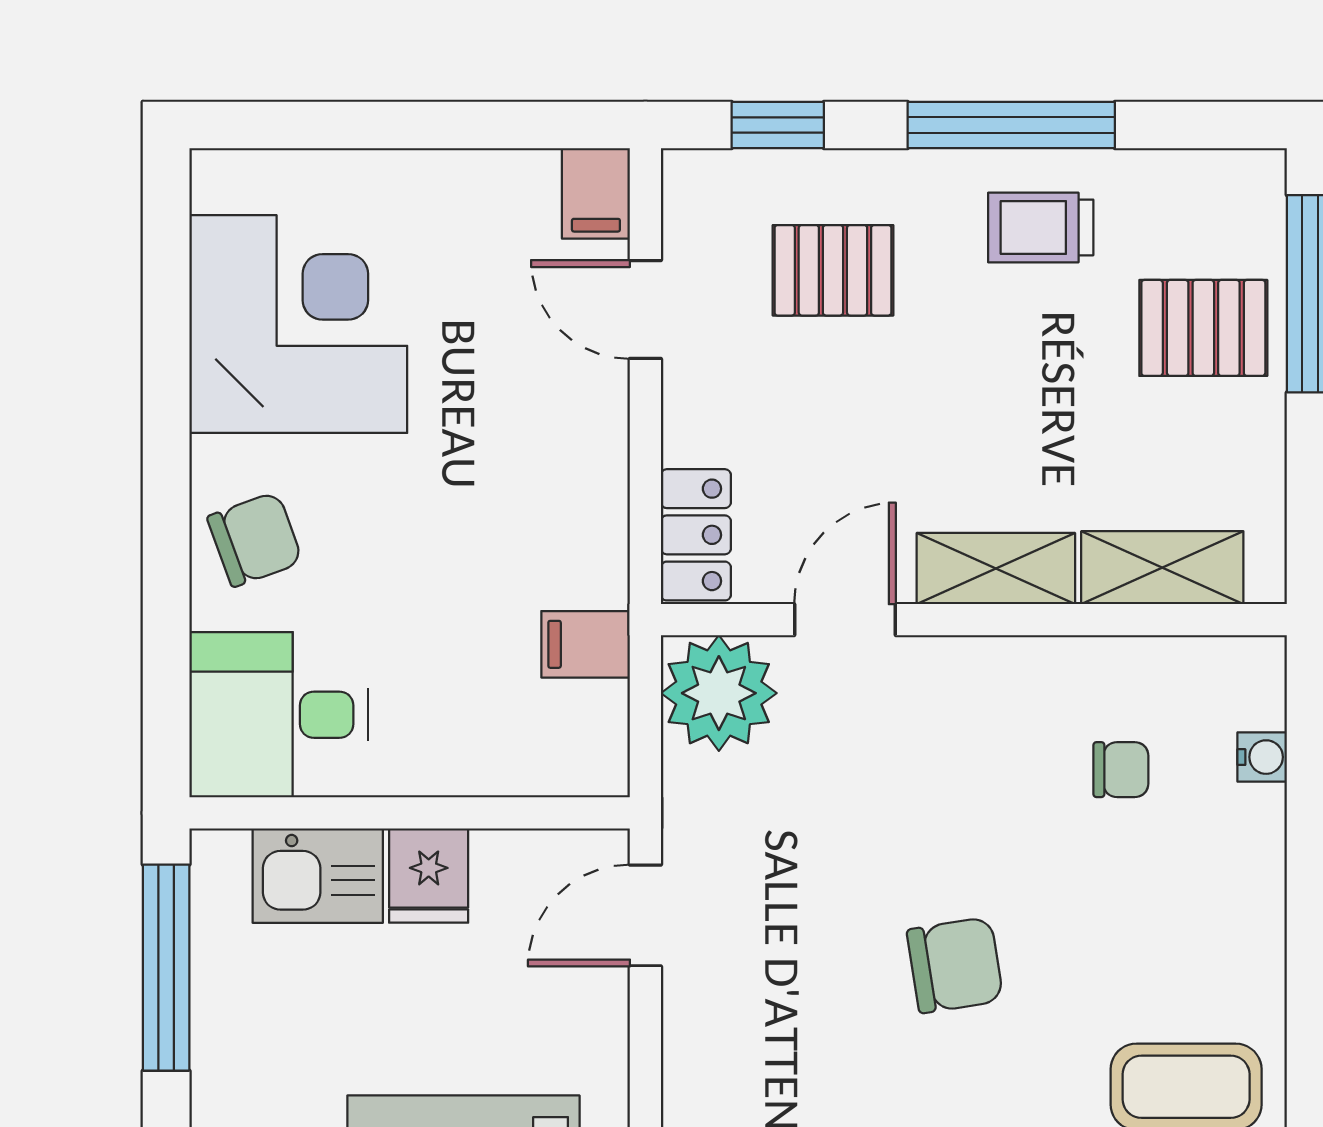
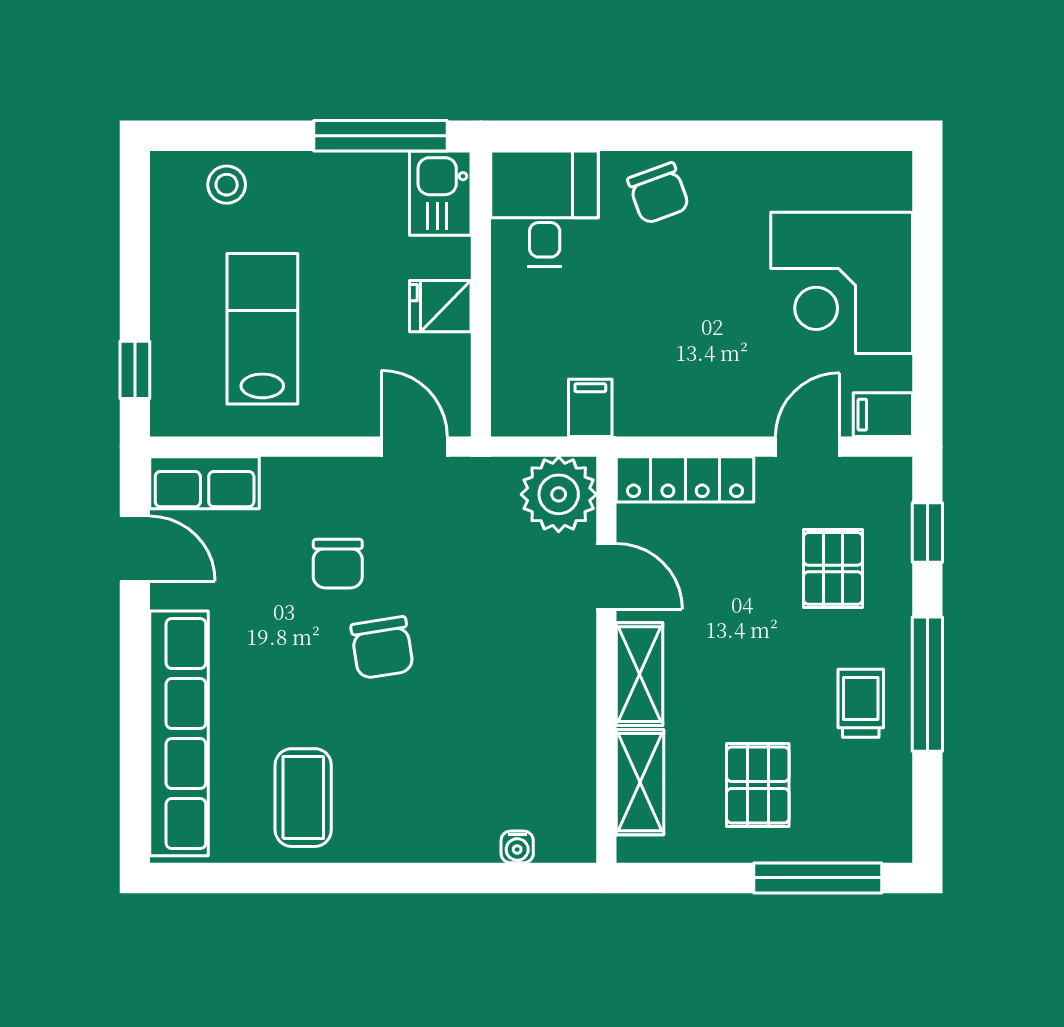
corner desk: (298, 324) -> (842, 283), moved, turned 90
pallet: (1203, 328) -> (758, 785), moved
locker: (696, 535) -> (685, 479), width x1.53
chair: (1121, 770) -> (338, 564), moved, width x1.37, depth x1.37
kitchen sink: (318, 876) -> (440, 193), moved

